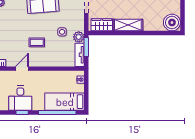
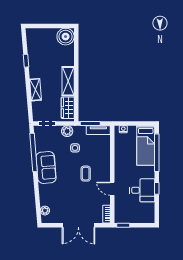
plant: (79, 37) -> (67, 131), moved

